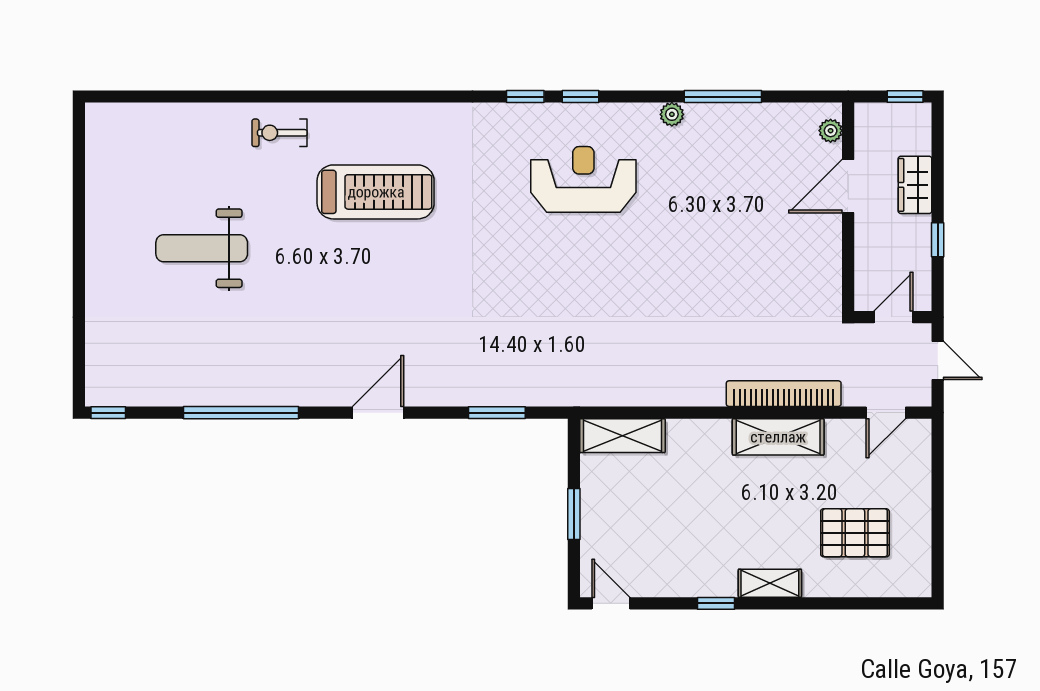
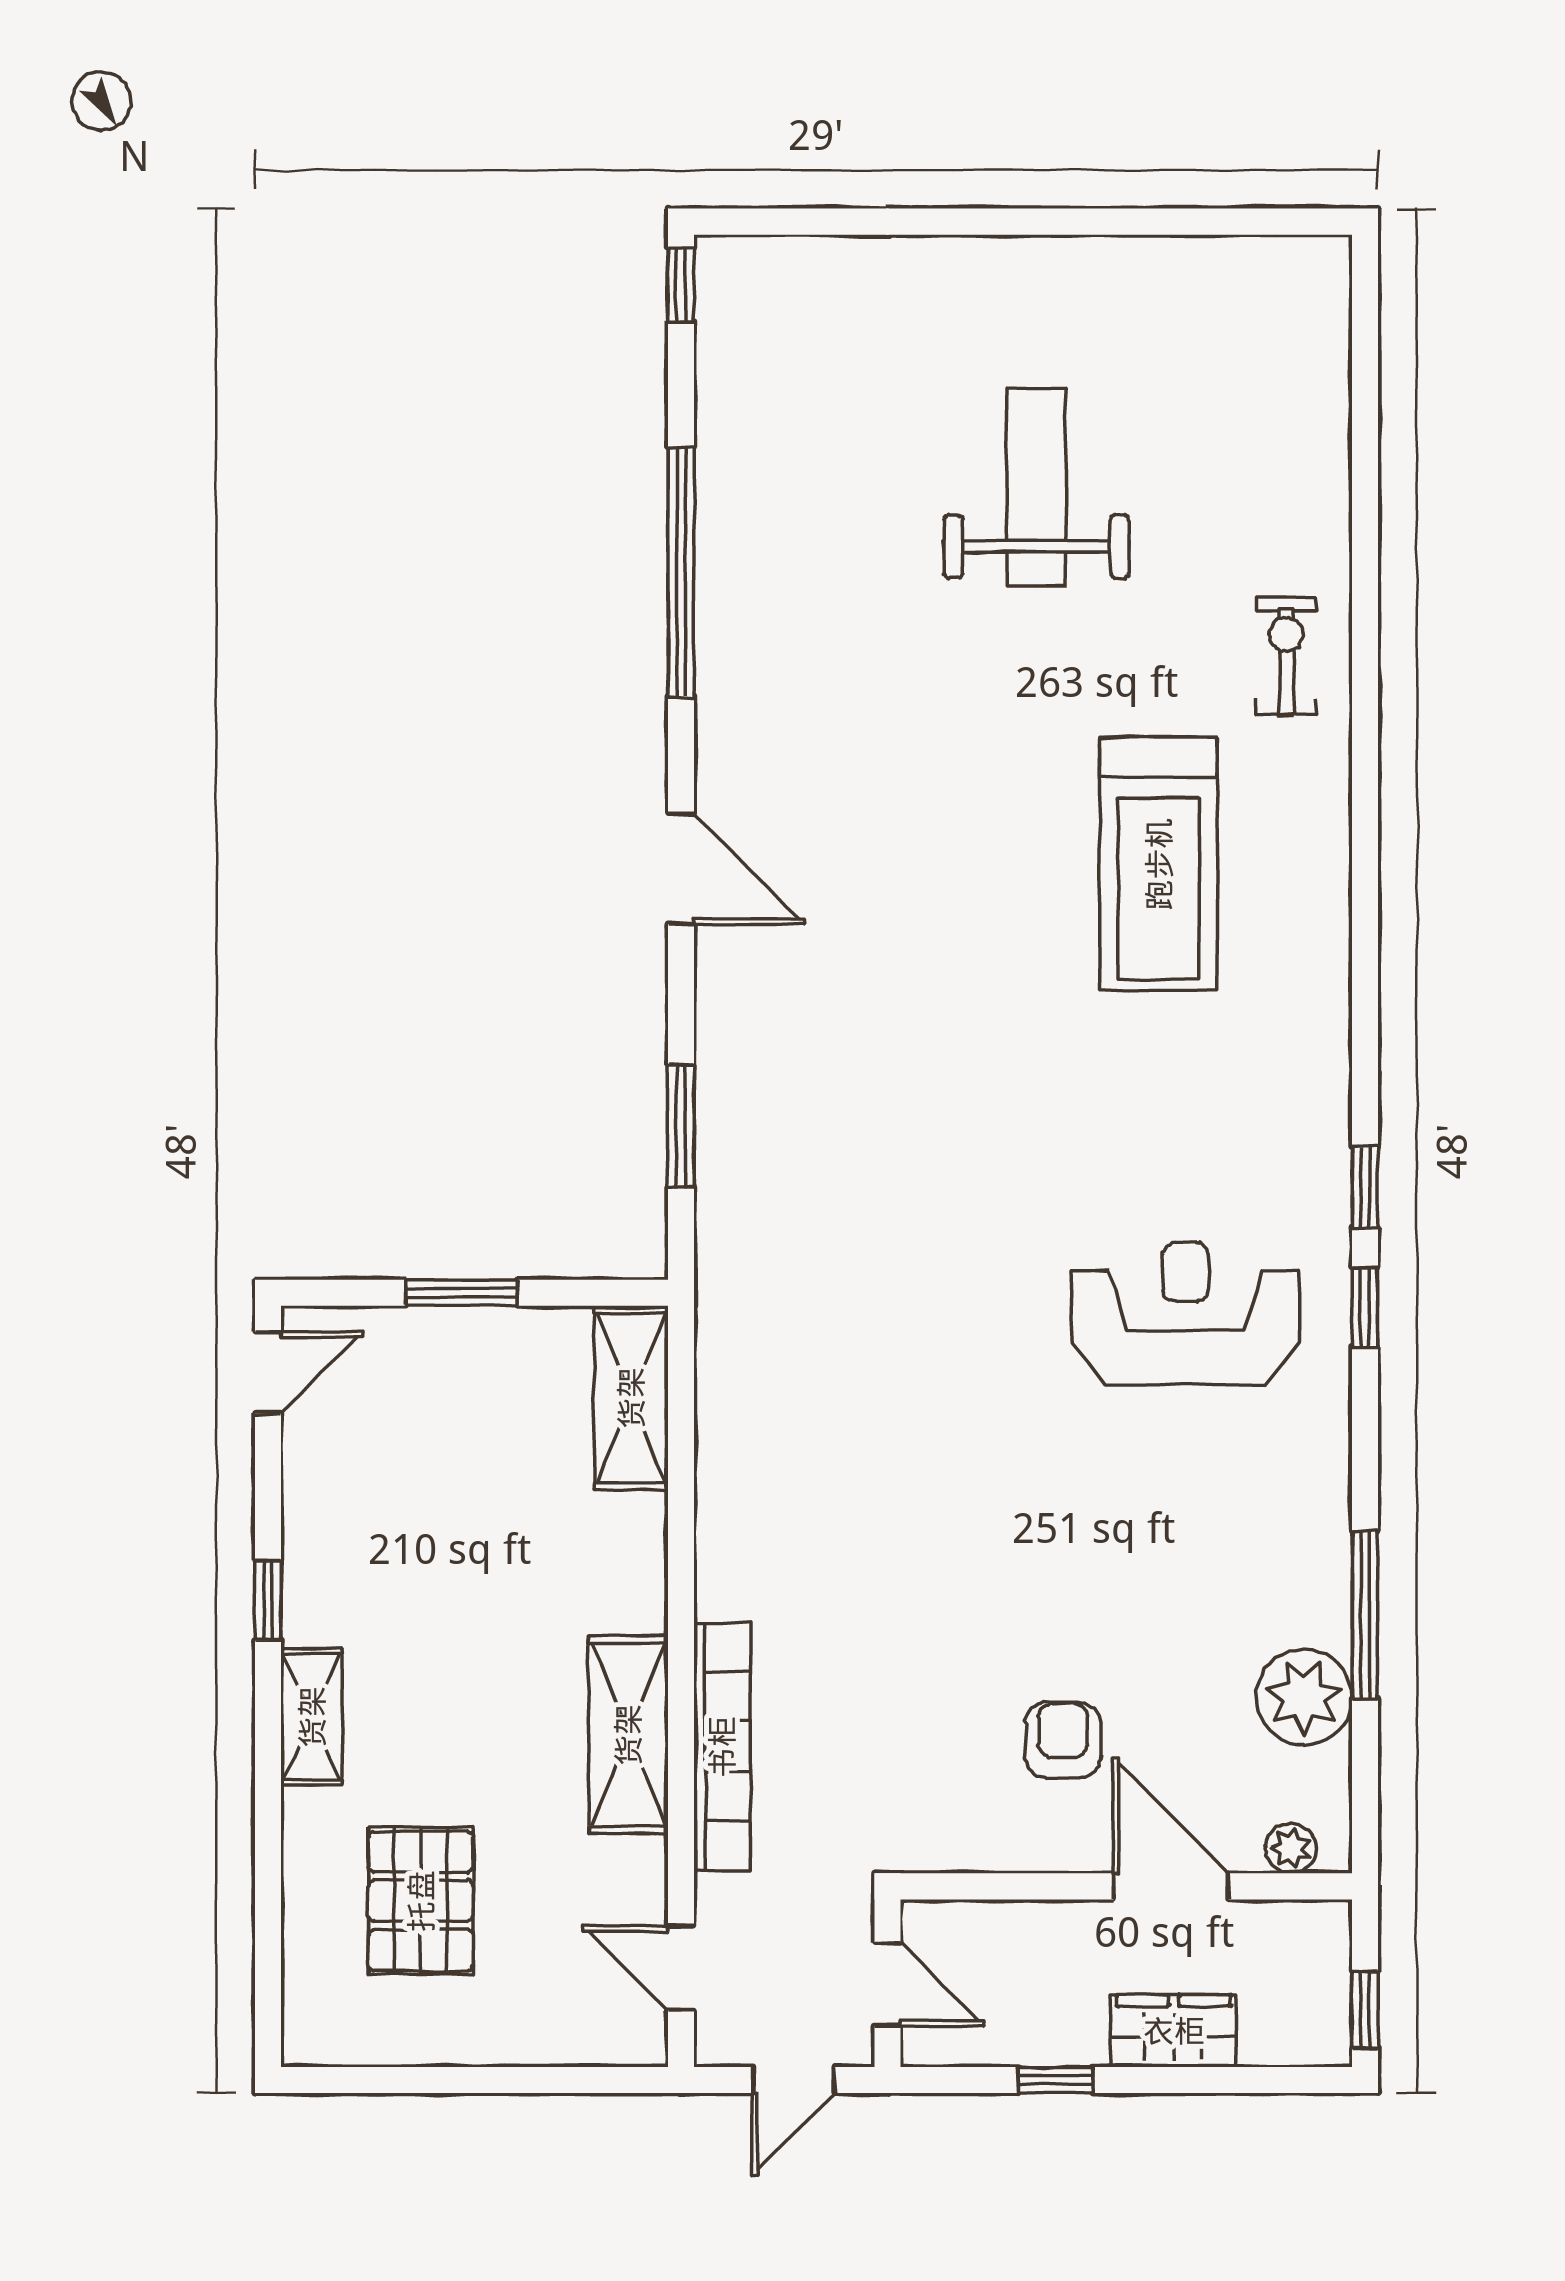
plant: (672, 114) -> (1304, 1697), moved, width x1.88, depth x1.88
reception desk: (583, 179) -> (1185, 1313), turned -90
armchair: (781, 236) -> (1063, 1740), added

